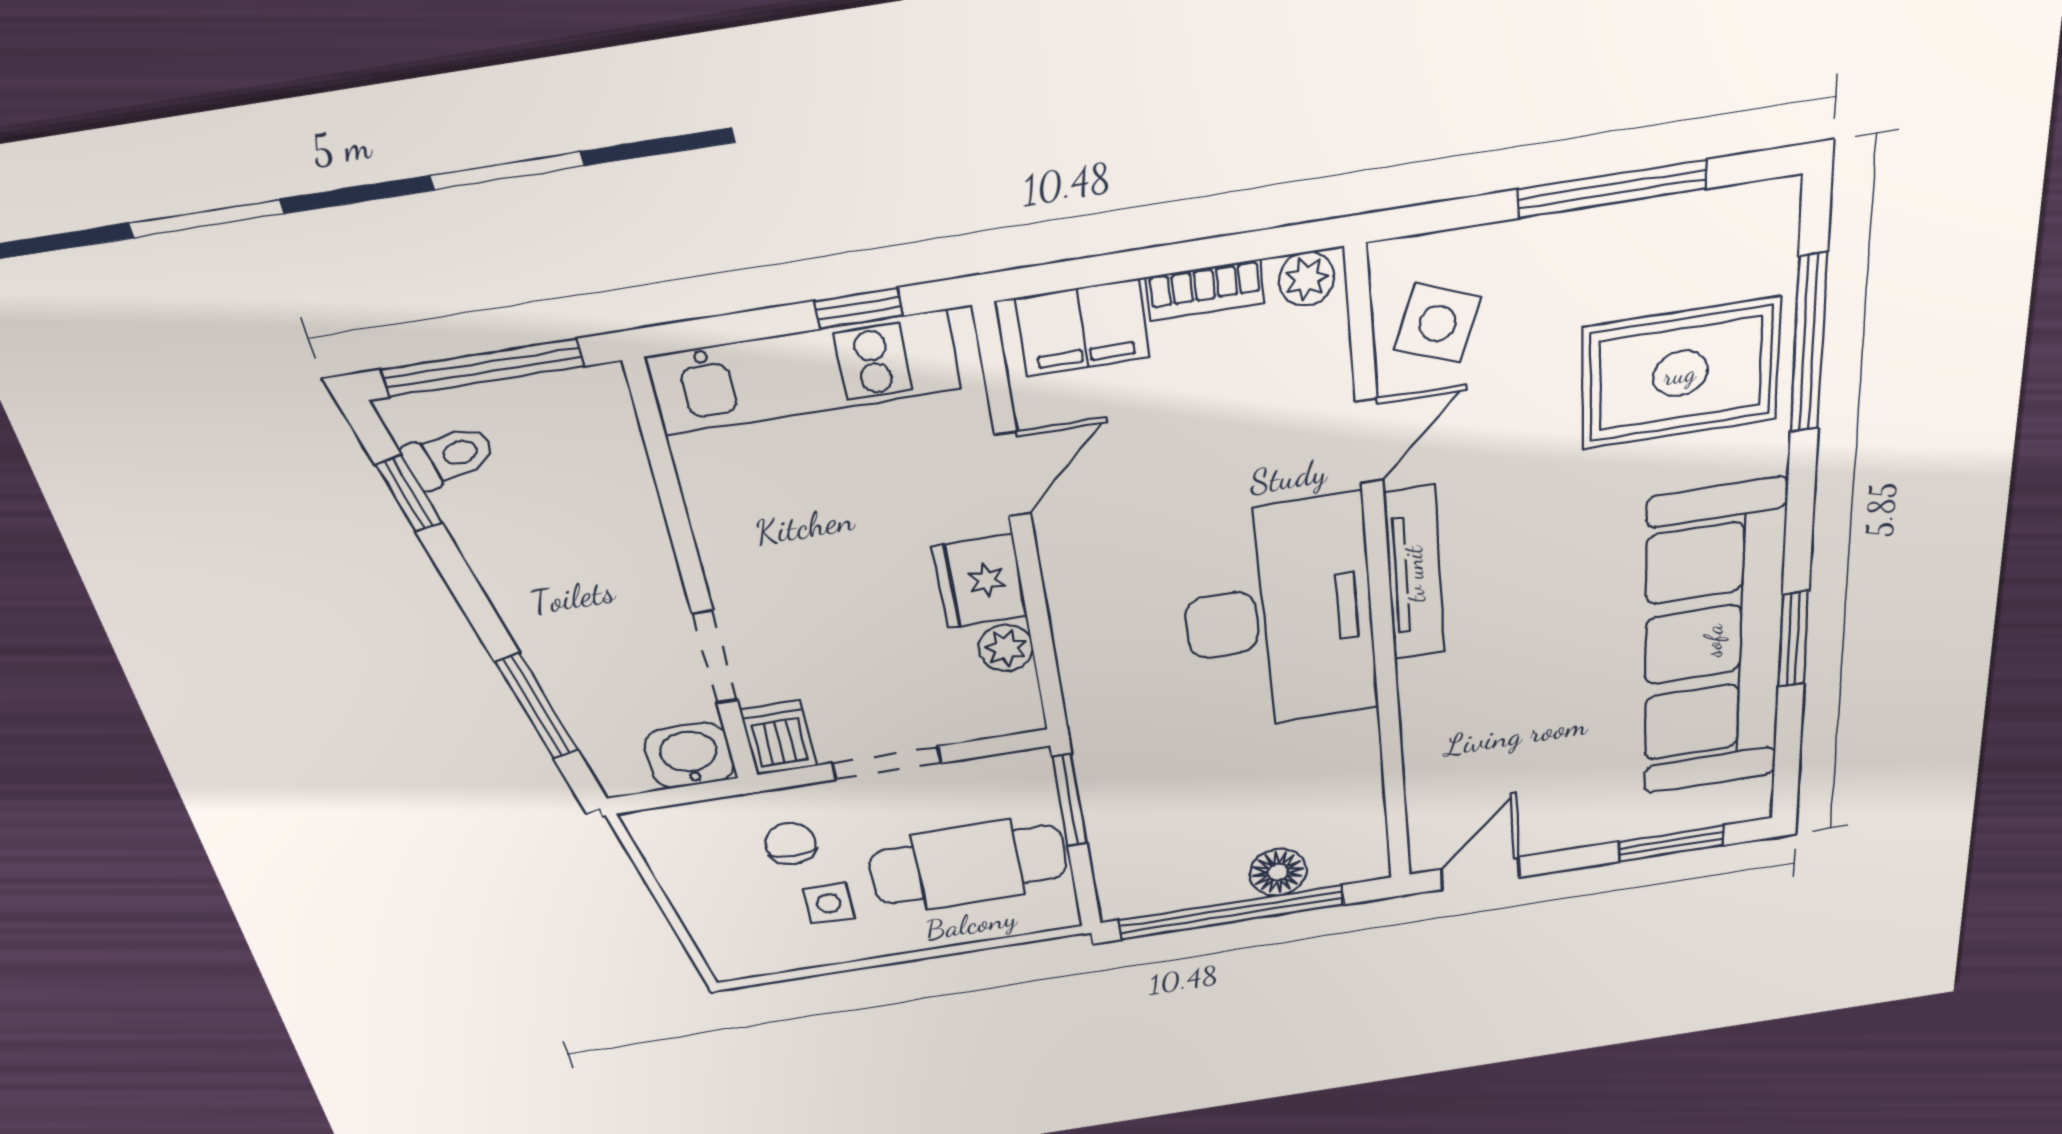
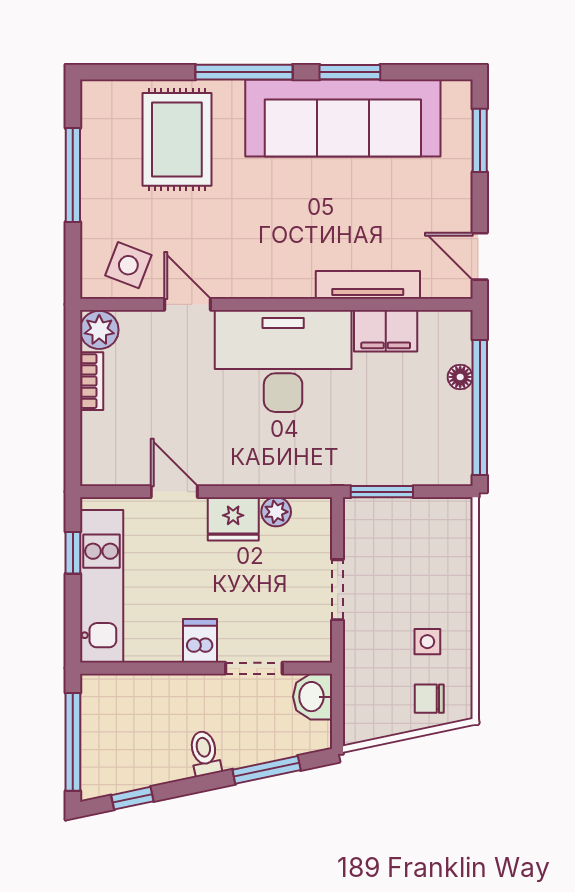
plant: (1306, 279) -> (99, 330), width x1.38, depth x1.38
filing cabinet: (1083, 328) -> (386, 331), moved, turned 90
window: (1809, 344) -> (244, 72), moved
toilet: (449, 457) -> (205, 753), moved
tv unit: (1414, 574) -> (368, 285), moved
dishwasher: (778, 738) -> (200, 641), moved, turned 90
chair: (791, 843) -> (429, 699), moved
cafe table: (968, 865) -> (415, 557), removed
floor lamp: (1278, 872) -> (460, 377), width x0.73, depth x0.73

